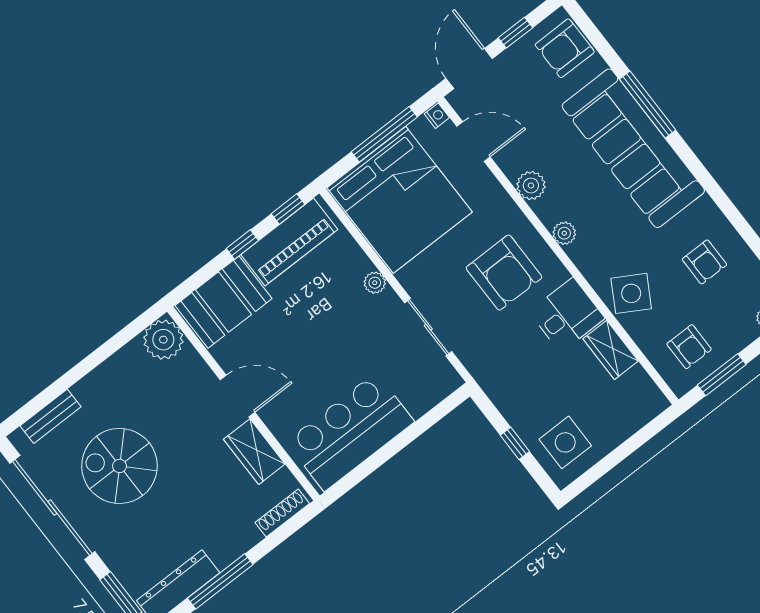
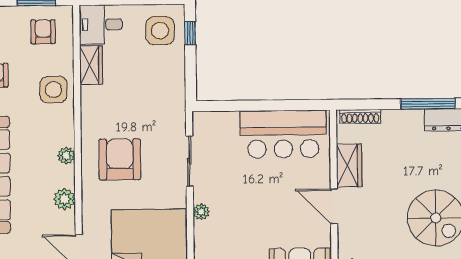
side table: (631, 293) -> (54, 90), turned -30
desk: (567, 315) -> (101, 24), moved
window: (515, 443) -> (190, 33), moved

